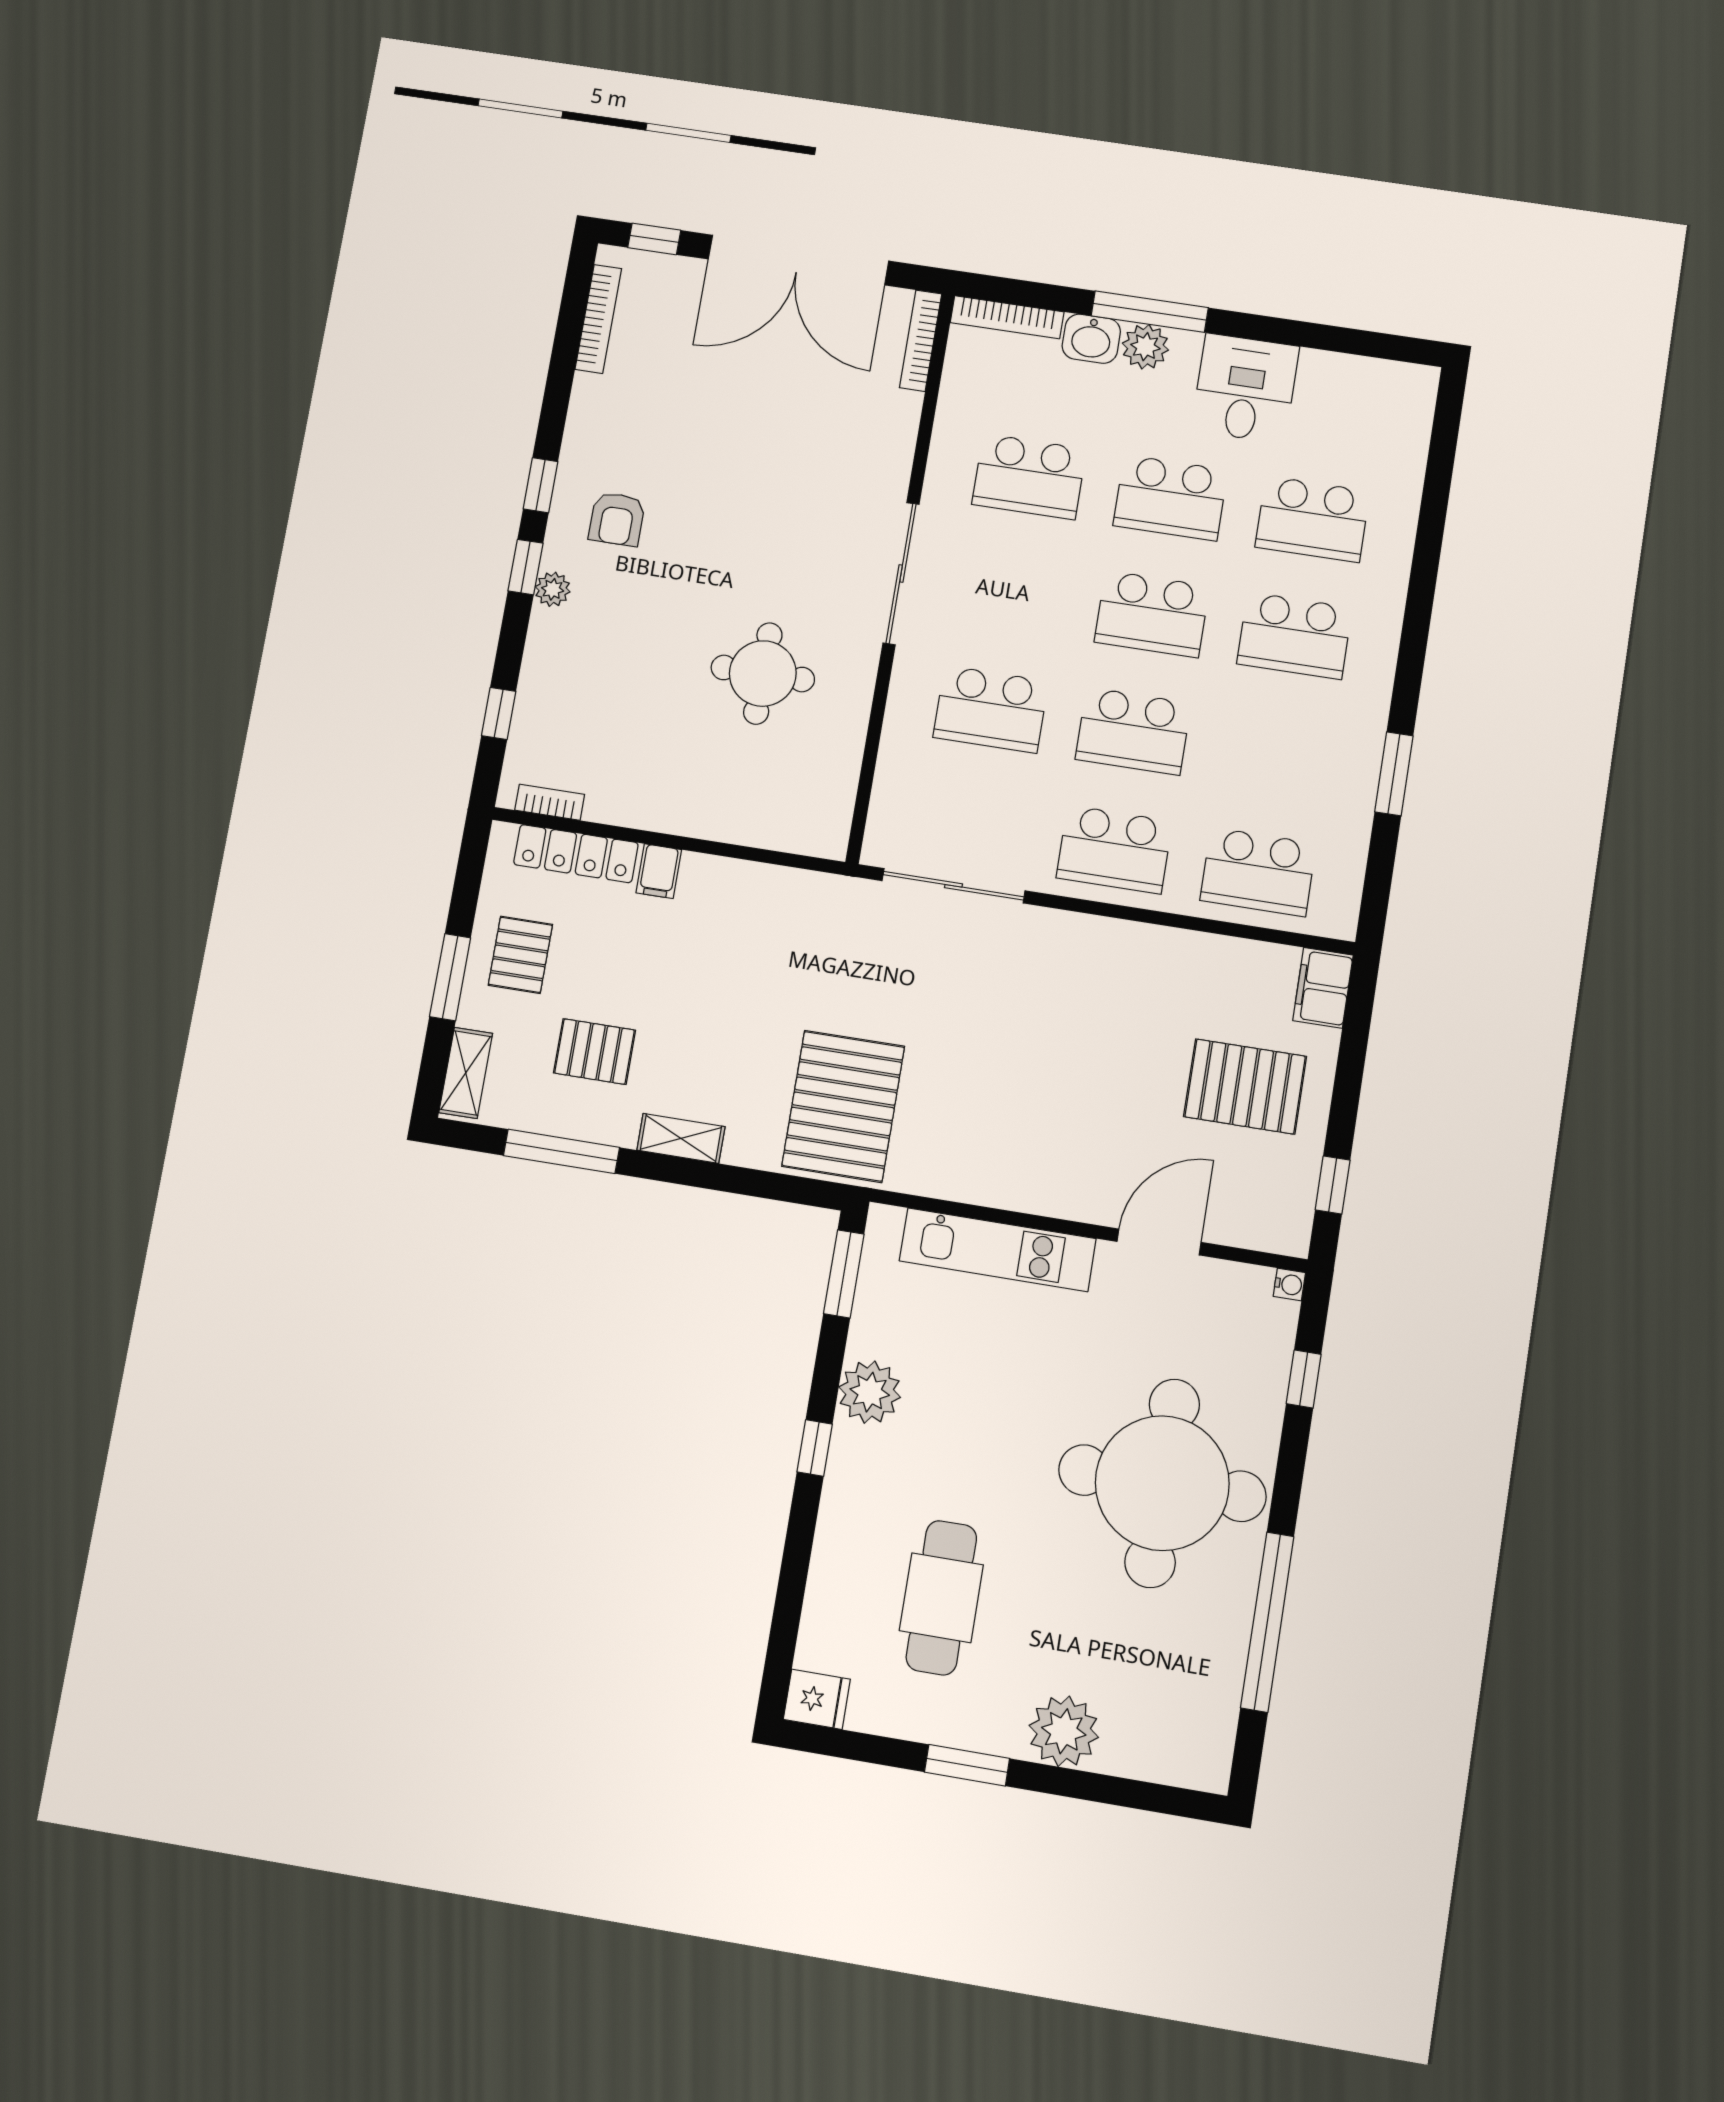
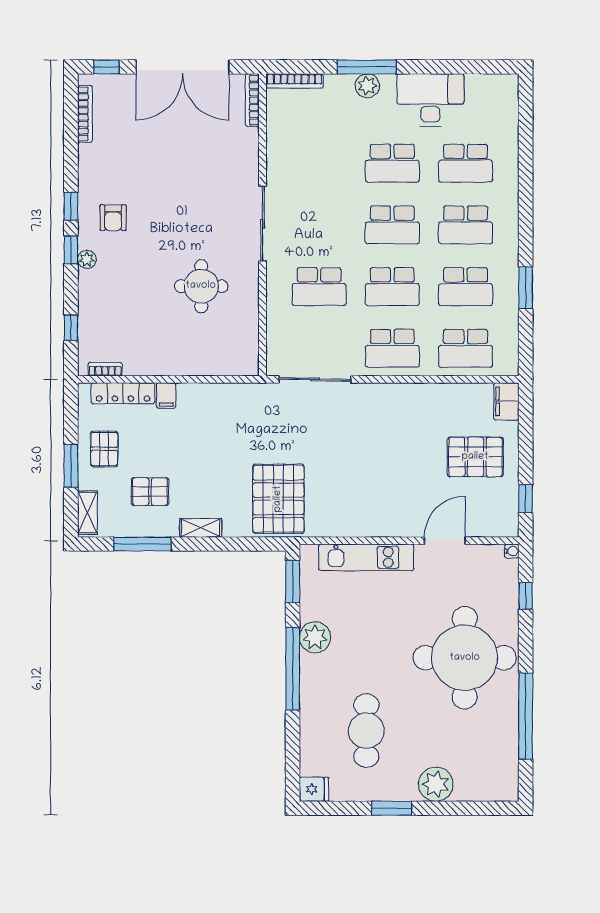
washbasin: (1091, 339) -> (339, 86), removed
desk: (1245, 388) -> (430, 100), width x1.37
school desk: (1029, 477) -> (466, 287), moved
window: (815, 1448) -> (293, 669), width x3.17

